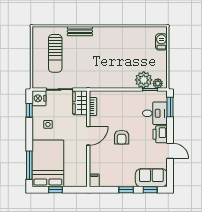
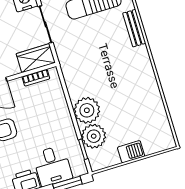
barbecue: (161, 42) -> (131, 152), moved
plant: (158, 83) -> (87, 110), moved, width x1.88, depth x1.88

